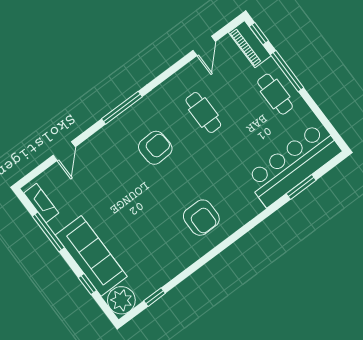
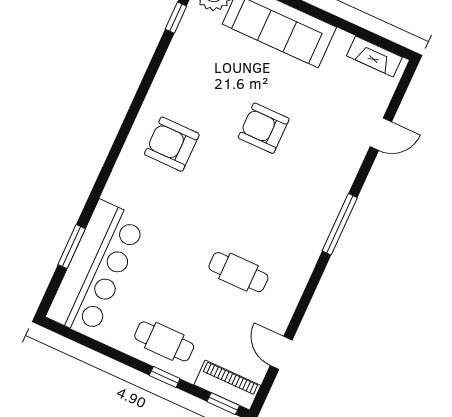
window: (287, 71) -> (165, 377), width x0.46
armchair: (155, 148) -> (264, 128), moved, turned 93
door: (64, 151) -> (381, 134), swing flipped
window: (48, 232) -> (347, 26), removed

